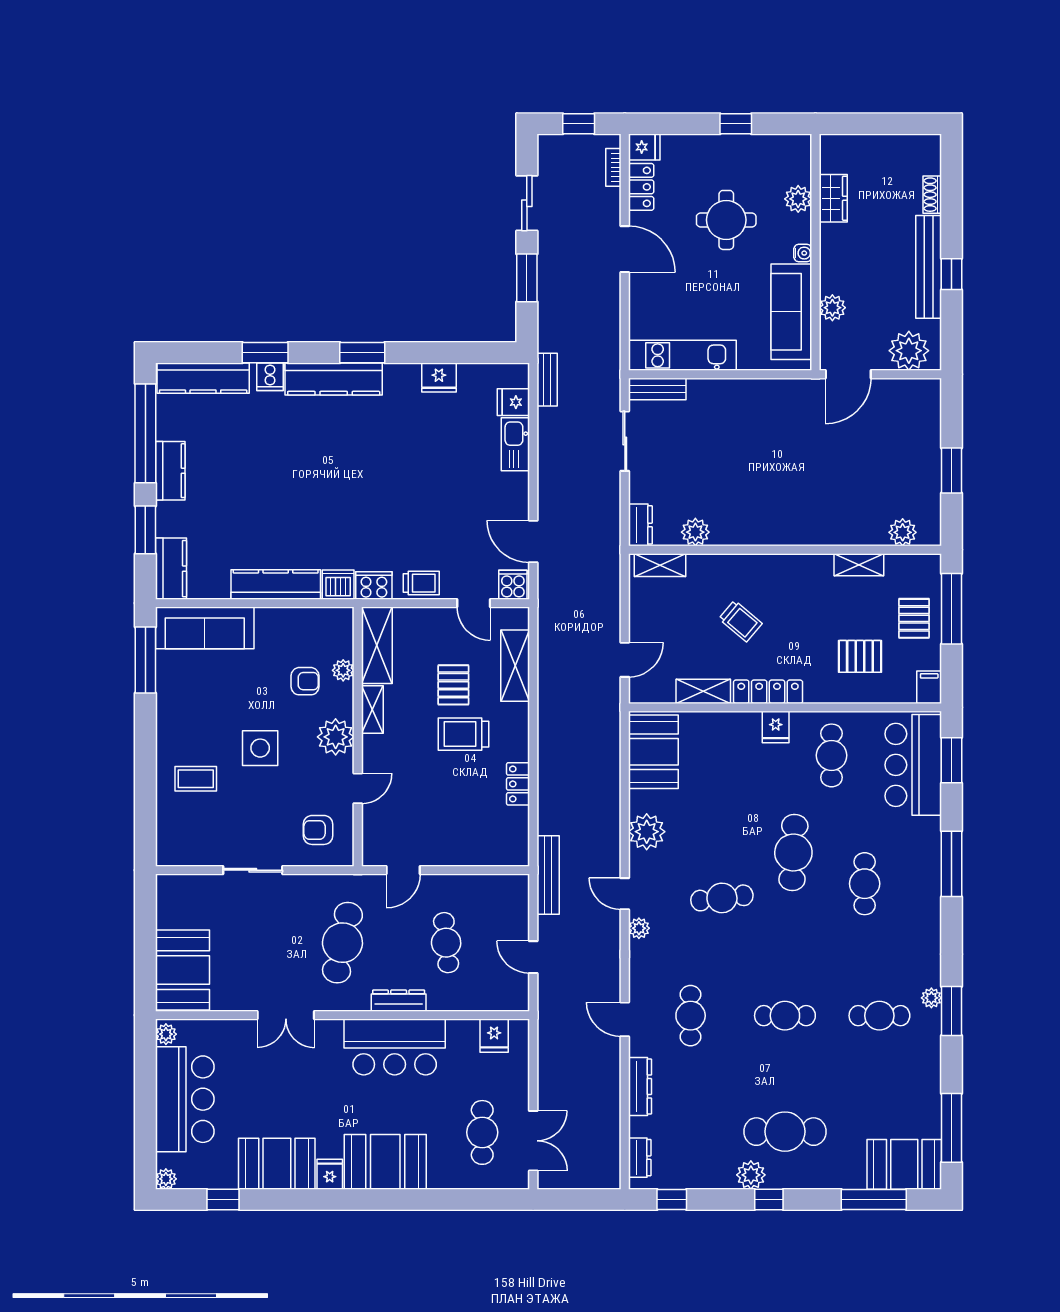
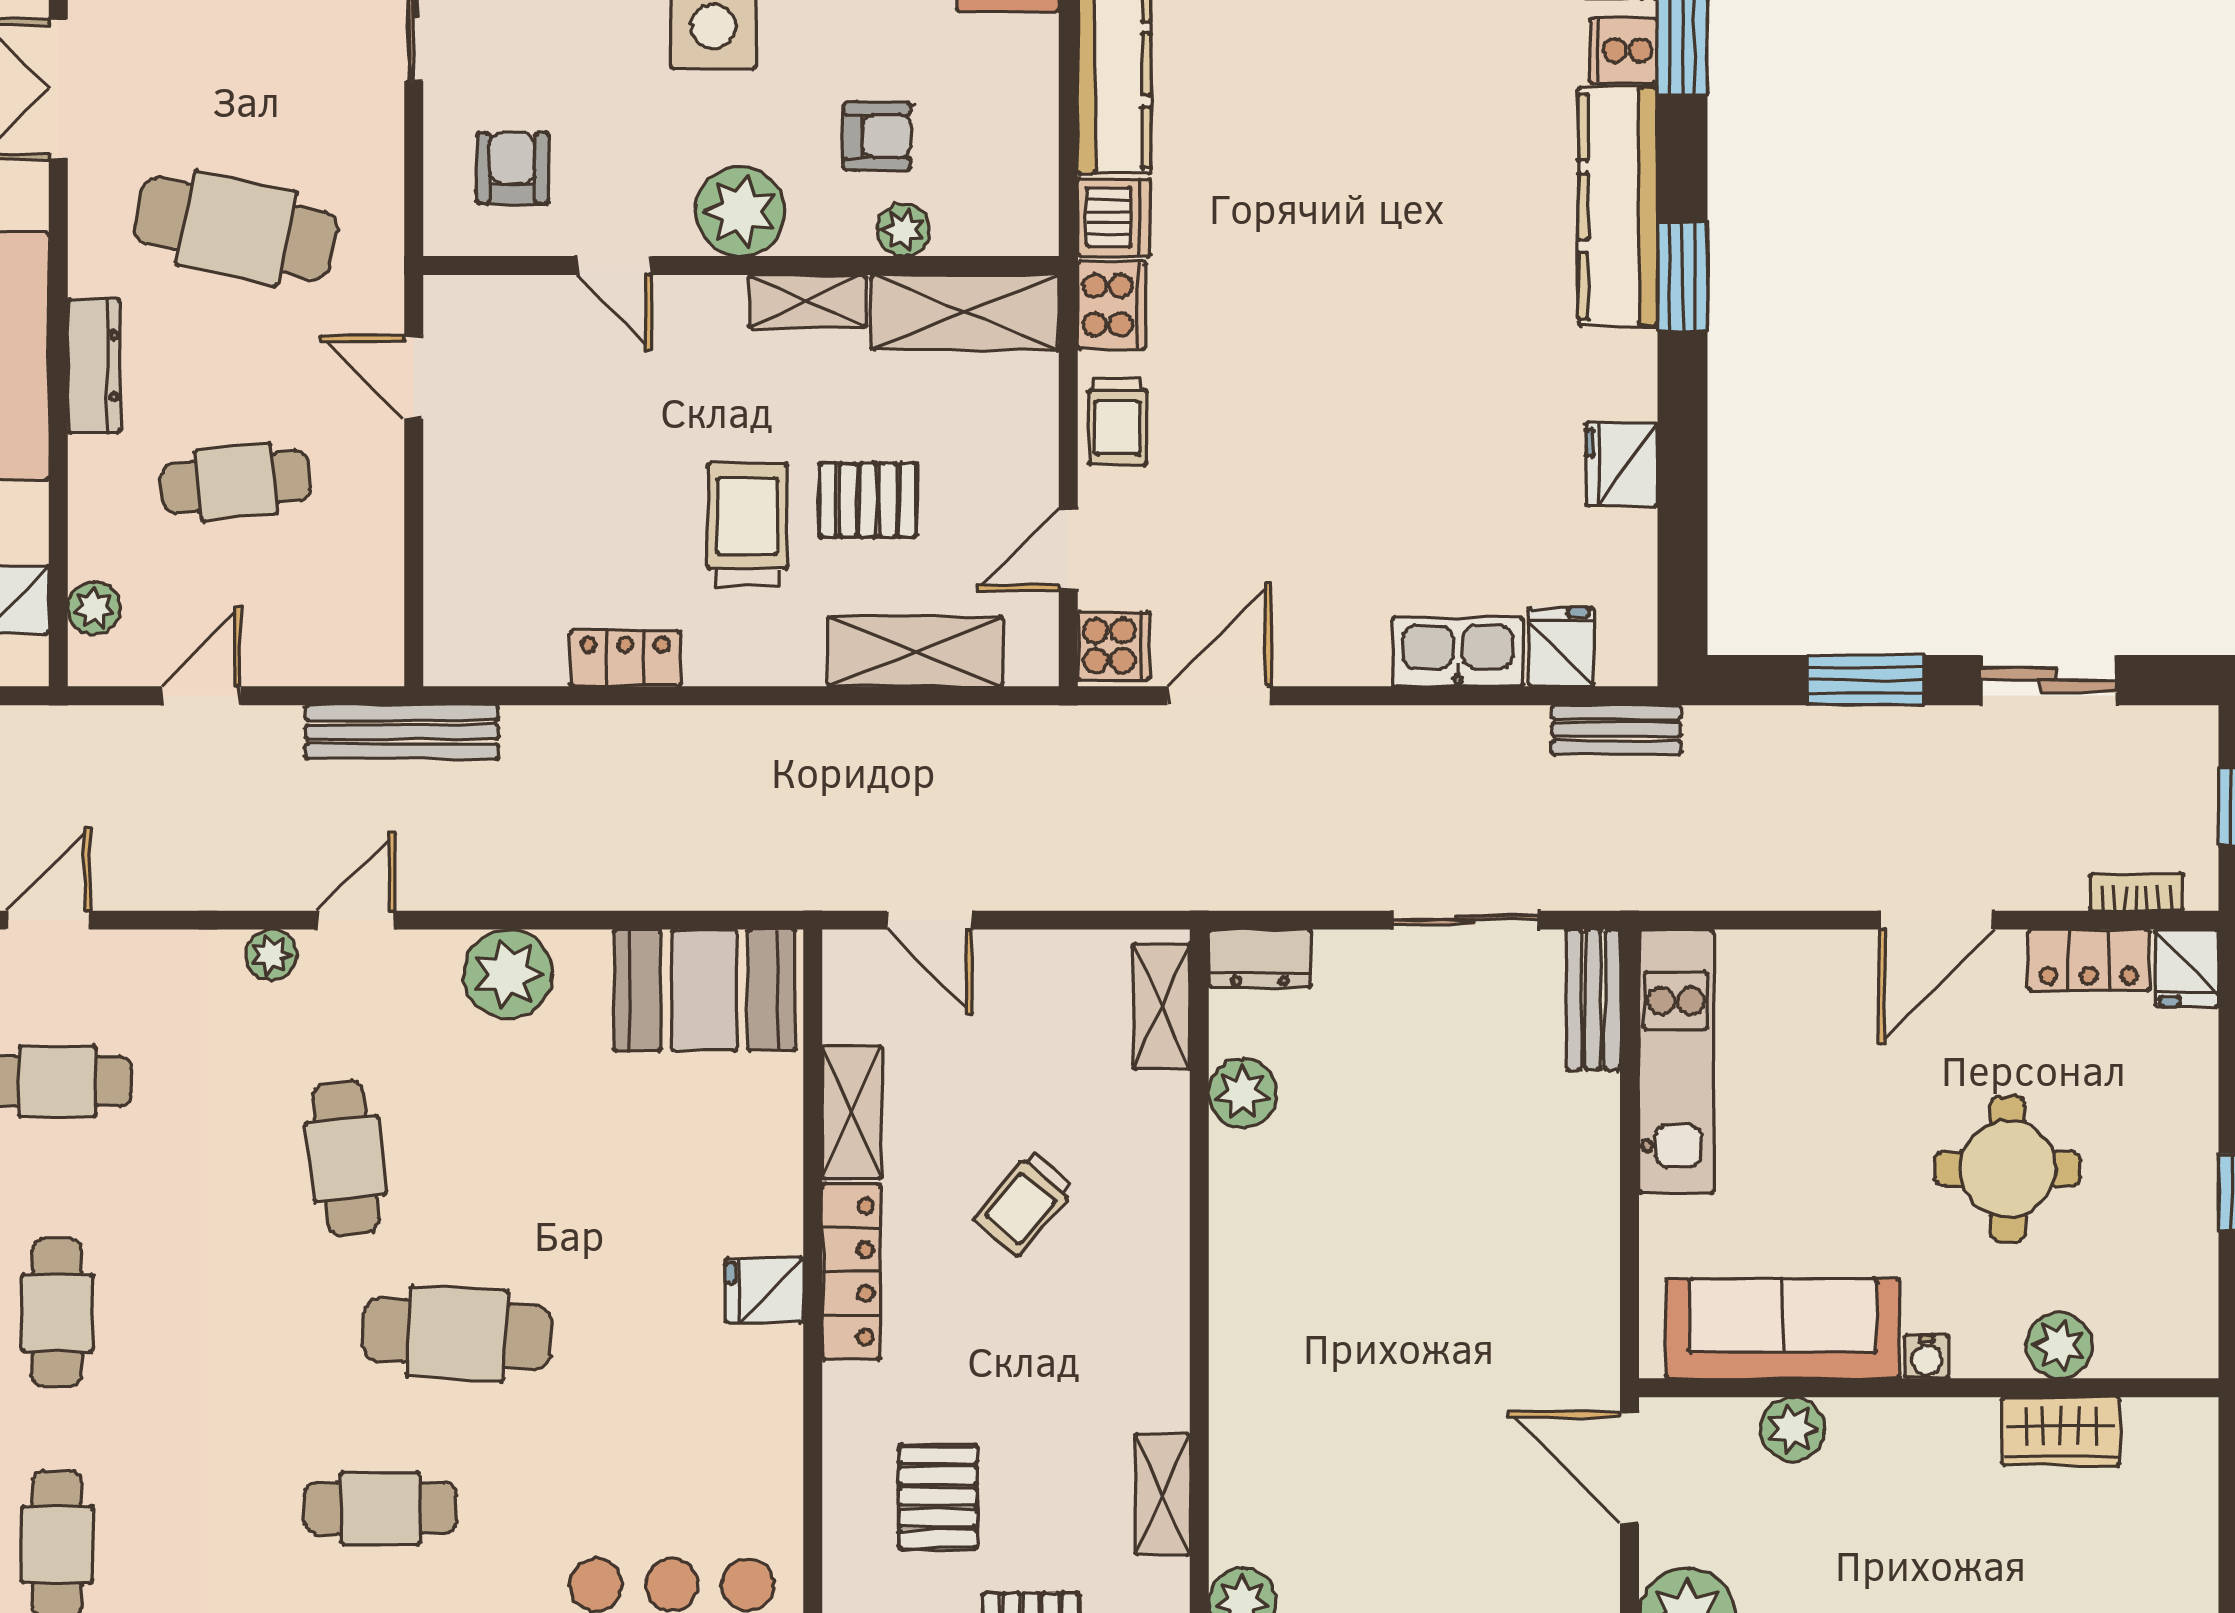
armchair: (305, 681) -> (877, 136), turned -90
cafe table: (832, 755) -> (695, 1427), removed
plant: (498, 1001) -> (94, 608), added

